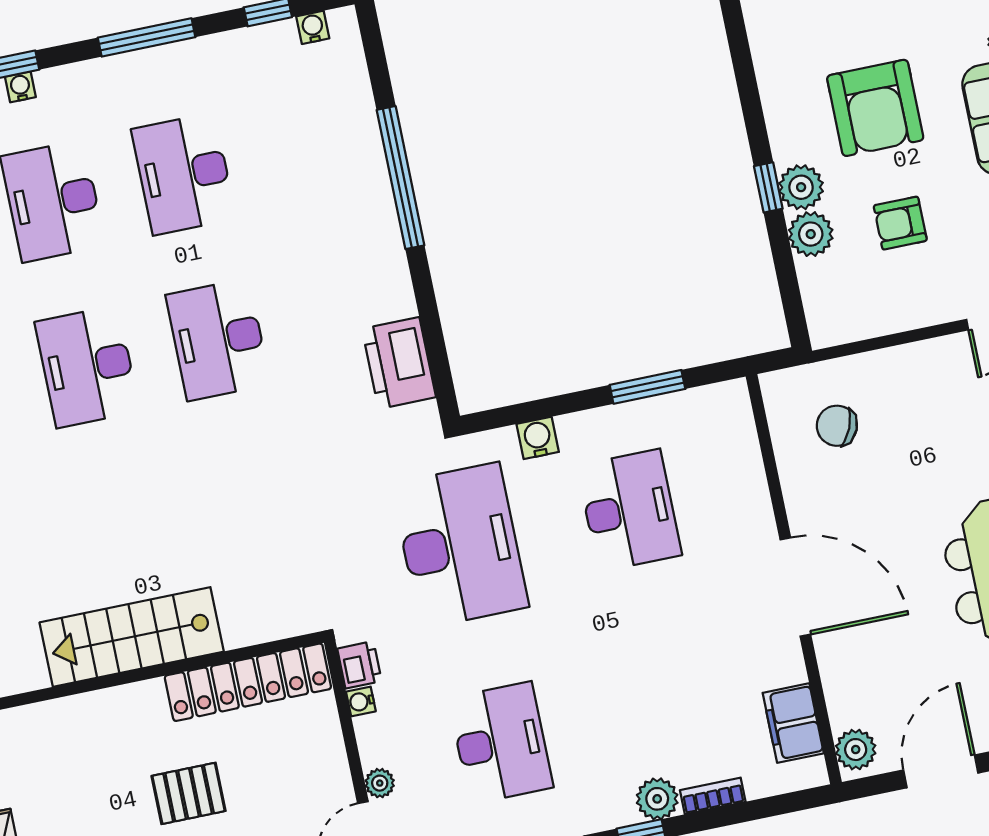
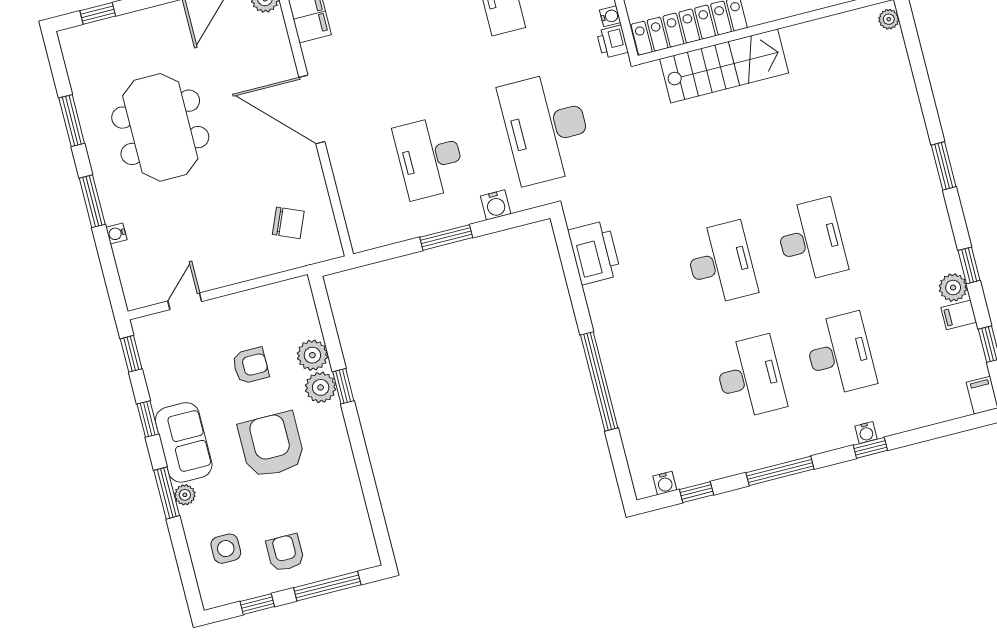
window: (647, 387) -> (446, 237), moved
stairs: (132, 637) -> (724, 66), moved

